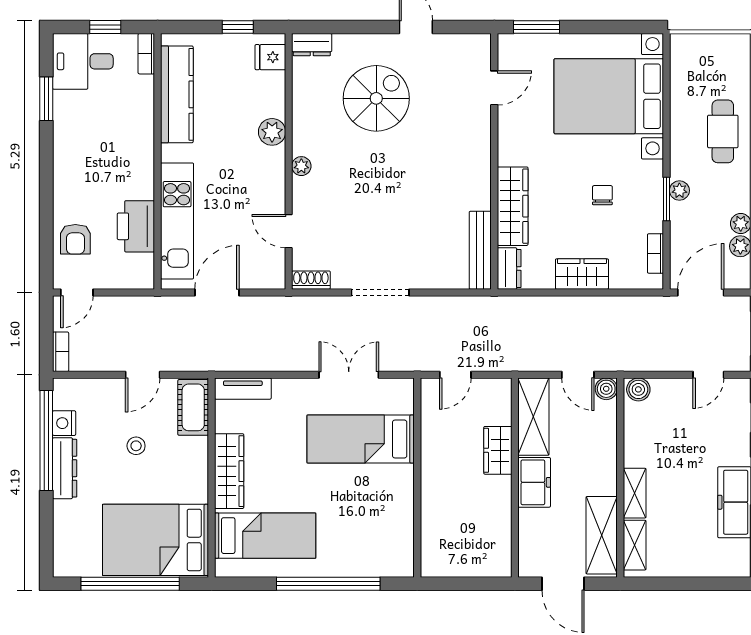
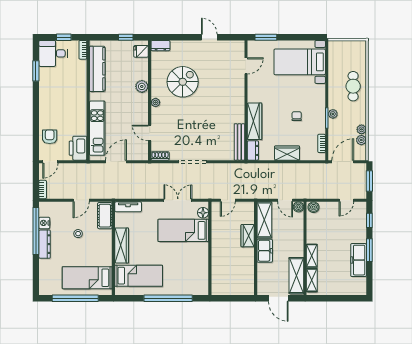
bed with nightstands: (609, 96) -> (300, 62), width x0.73
spiral stairs: (376, 98) -> (183, 82), moved
printer: (136, 226) -> (78, 148), moved
armchair: (75, 239) -> (50, 137), turned 180
floor lamp: (402, 401) -> (203, 213), added
bed: (156, 540) -> (87, 278), width x0.67

